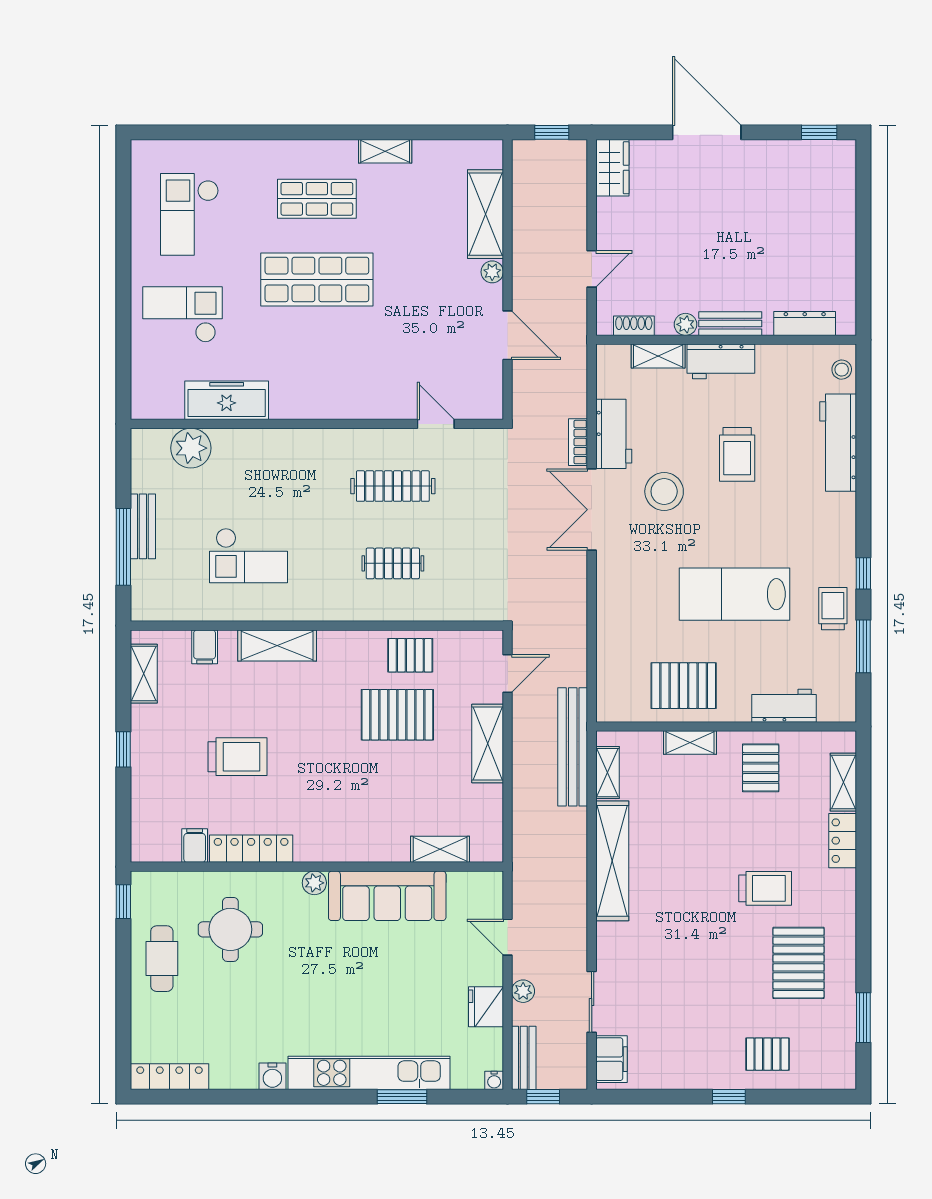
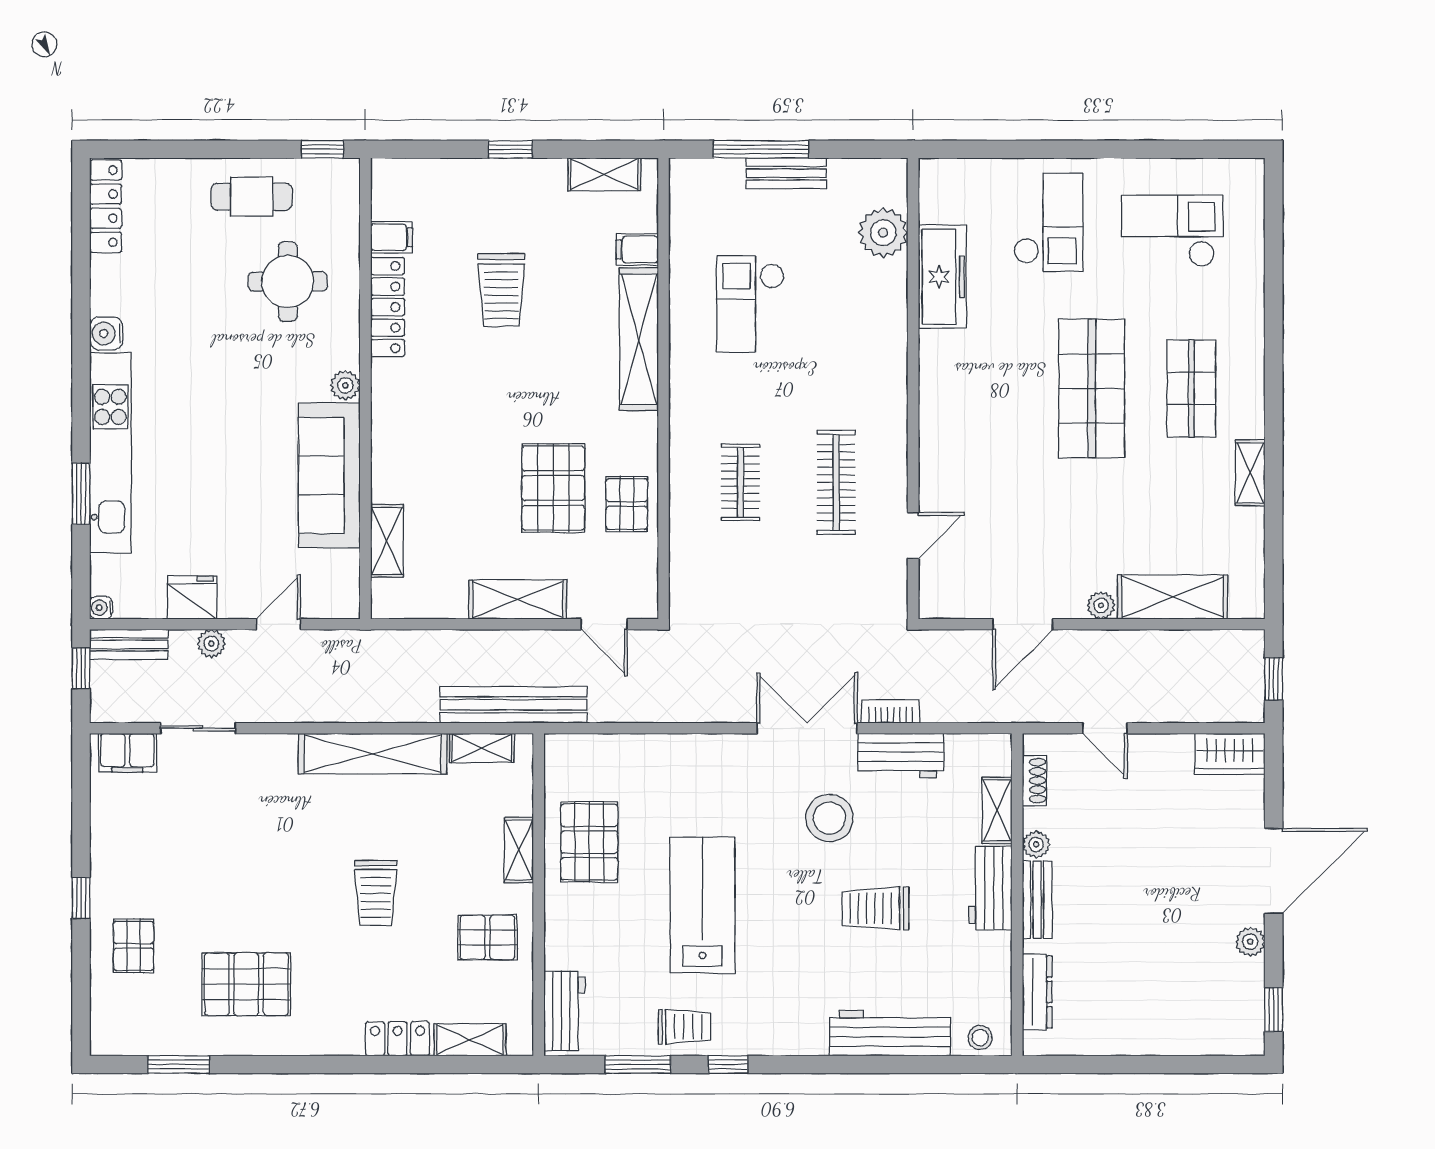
plant: (764, 151) -> (1250, 942), added
shelving: (277, 646) -> (639, 339), width x1.47
workbench: (784, 706) -> (564, 1011), moved
trolley: (765, 888) -> (376, 893), moved

